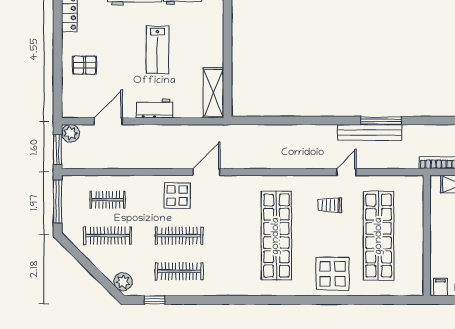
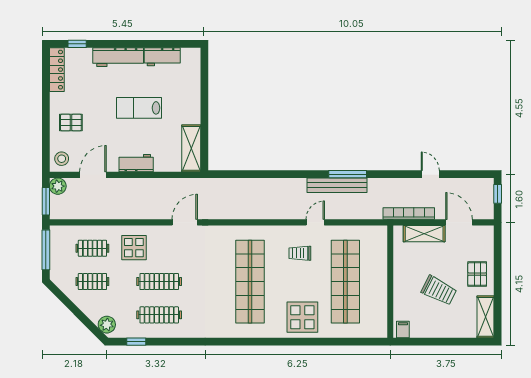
lab bench: (157, 50) -> (139, 108), turned 90
stool: (75, 104) -> (62, 159), added
display table: (177, 196) -> (134, 248), moved
clothes rail: (108, 236) -> (92, 282), width x0.73

